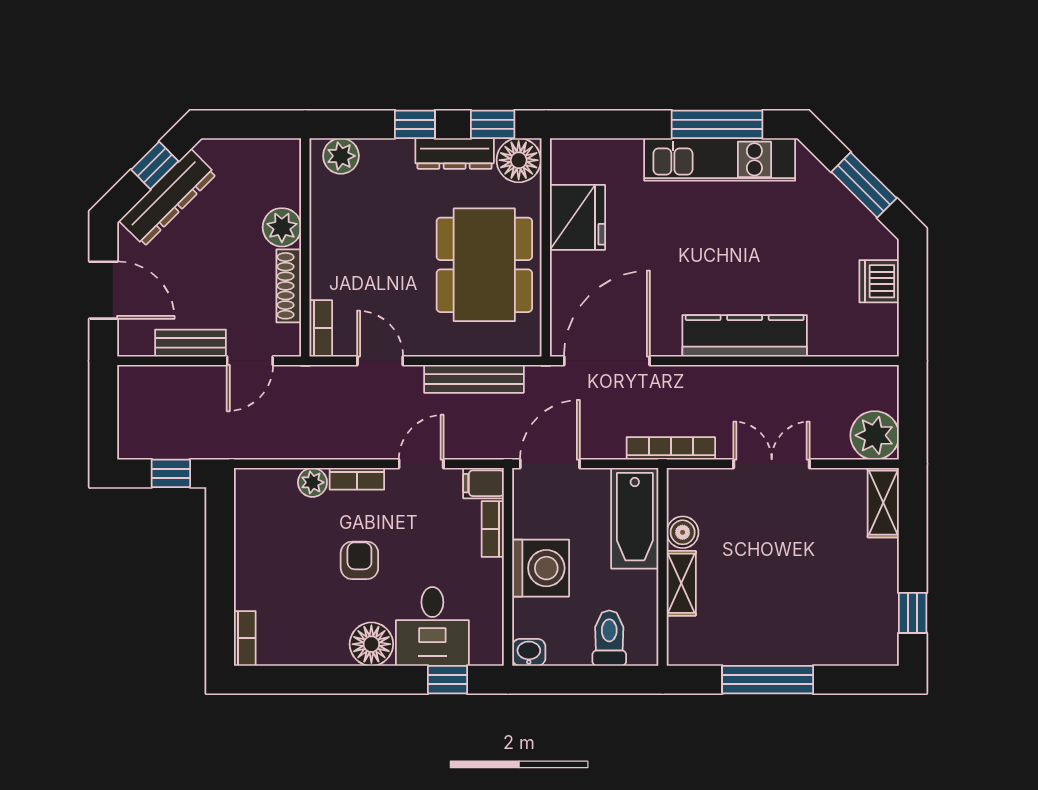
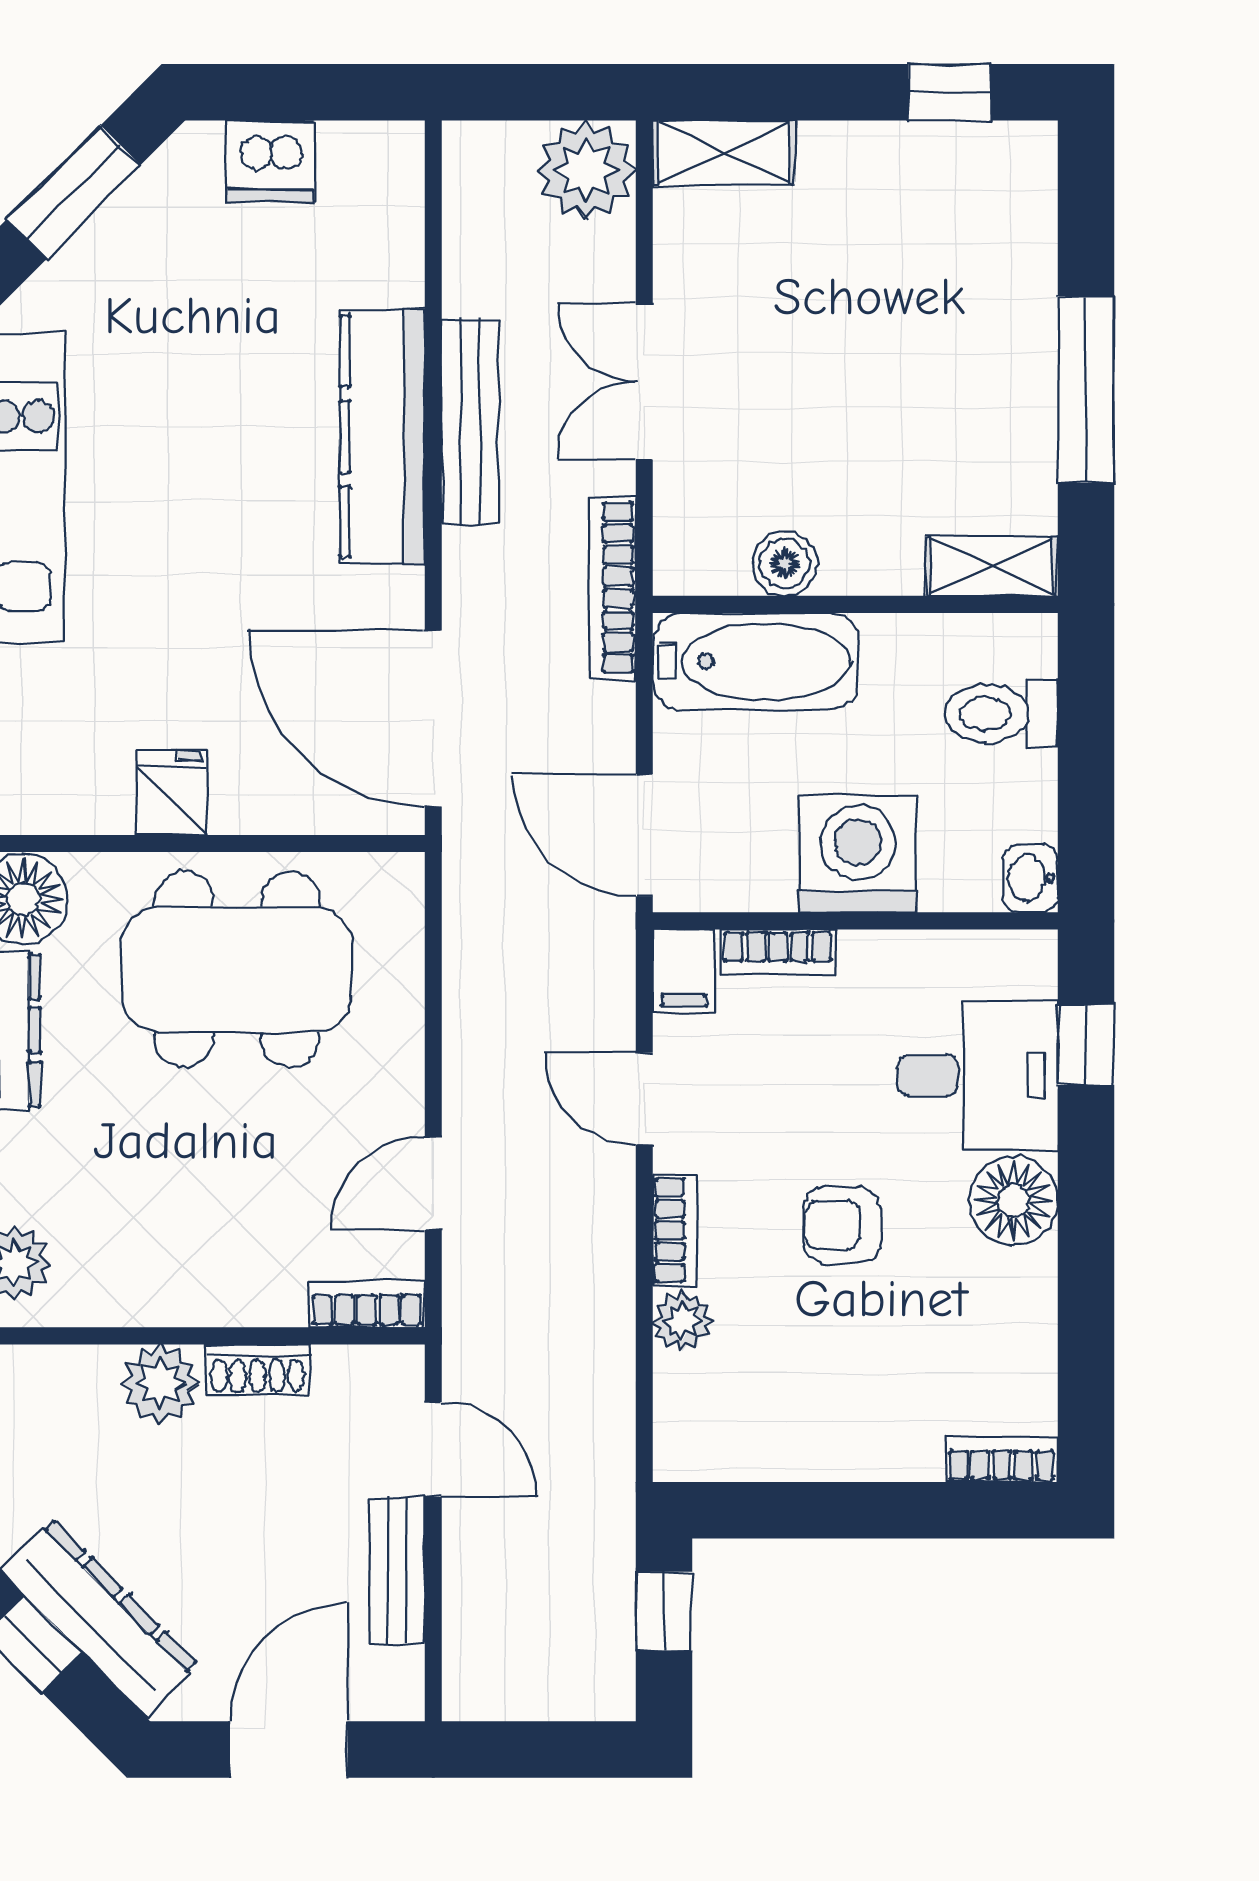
fridge: (577, 217) -> (171, 793), width x0.53, depth x0.75
shoe rack: (289, 286) -> (257, 1370), width x0.70
bench: (474, 379) -> (470, 422), moved
shelving: (681, 583) -> (992, 566), moved

